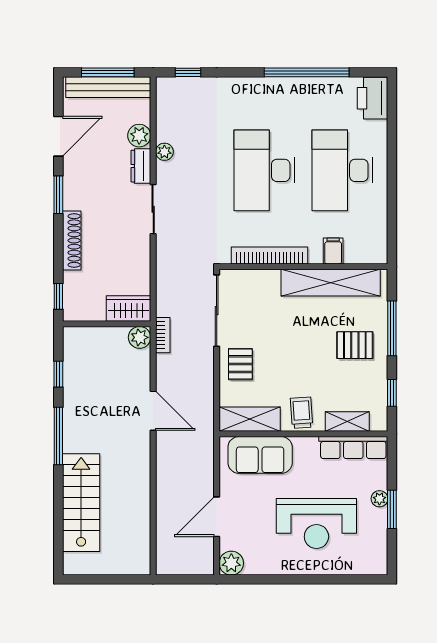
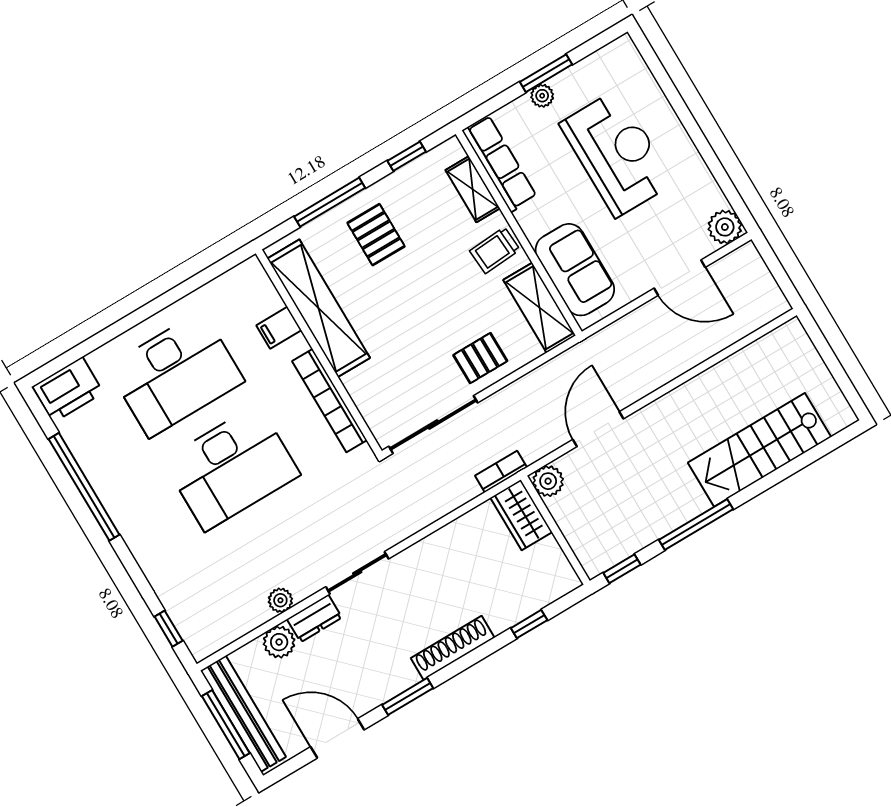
wardrobe: (129, 308) -> (521, 515), moved
wall: (107, 324) -> (555, 530), moved
plant: (140, 337) -> (548, 481), moved

